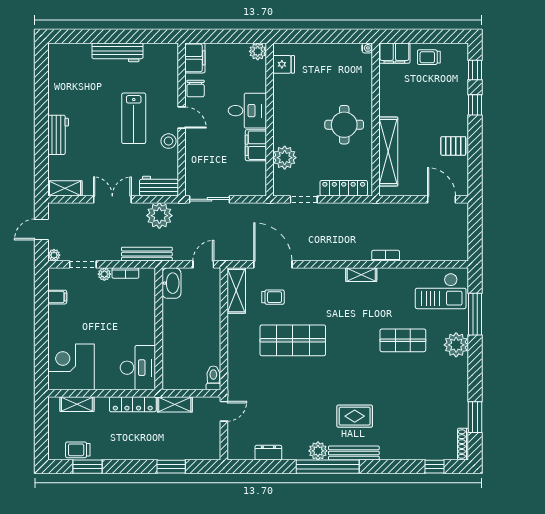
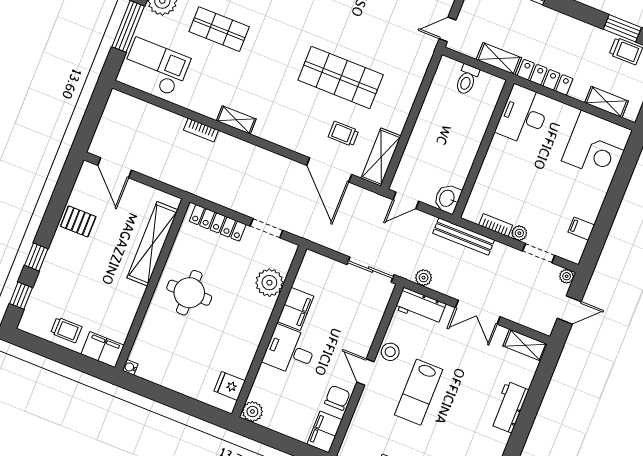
lab bench: (134, 118) -> (419, 392), turned 180
plant: (159, 216) -> (424, 278), width x0.53, depth x0.53
washbasin: (171, 283) -> (447, 199), width x0.72
toilet: (213, 378) -> (467, 80), moved

